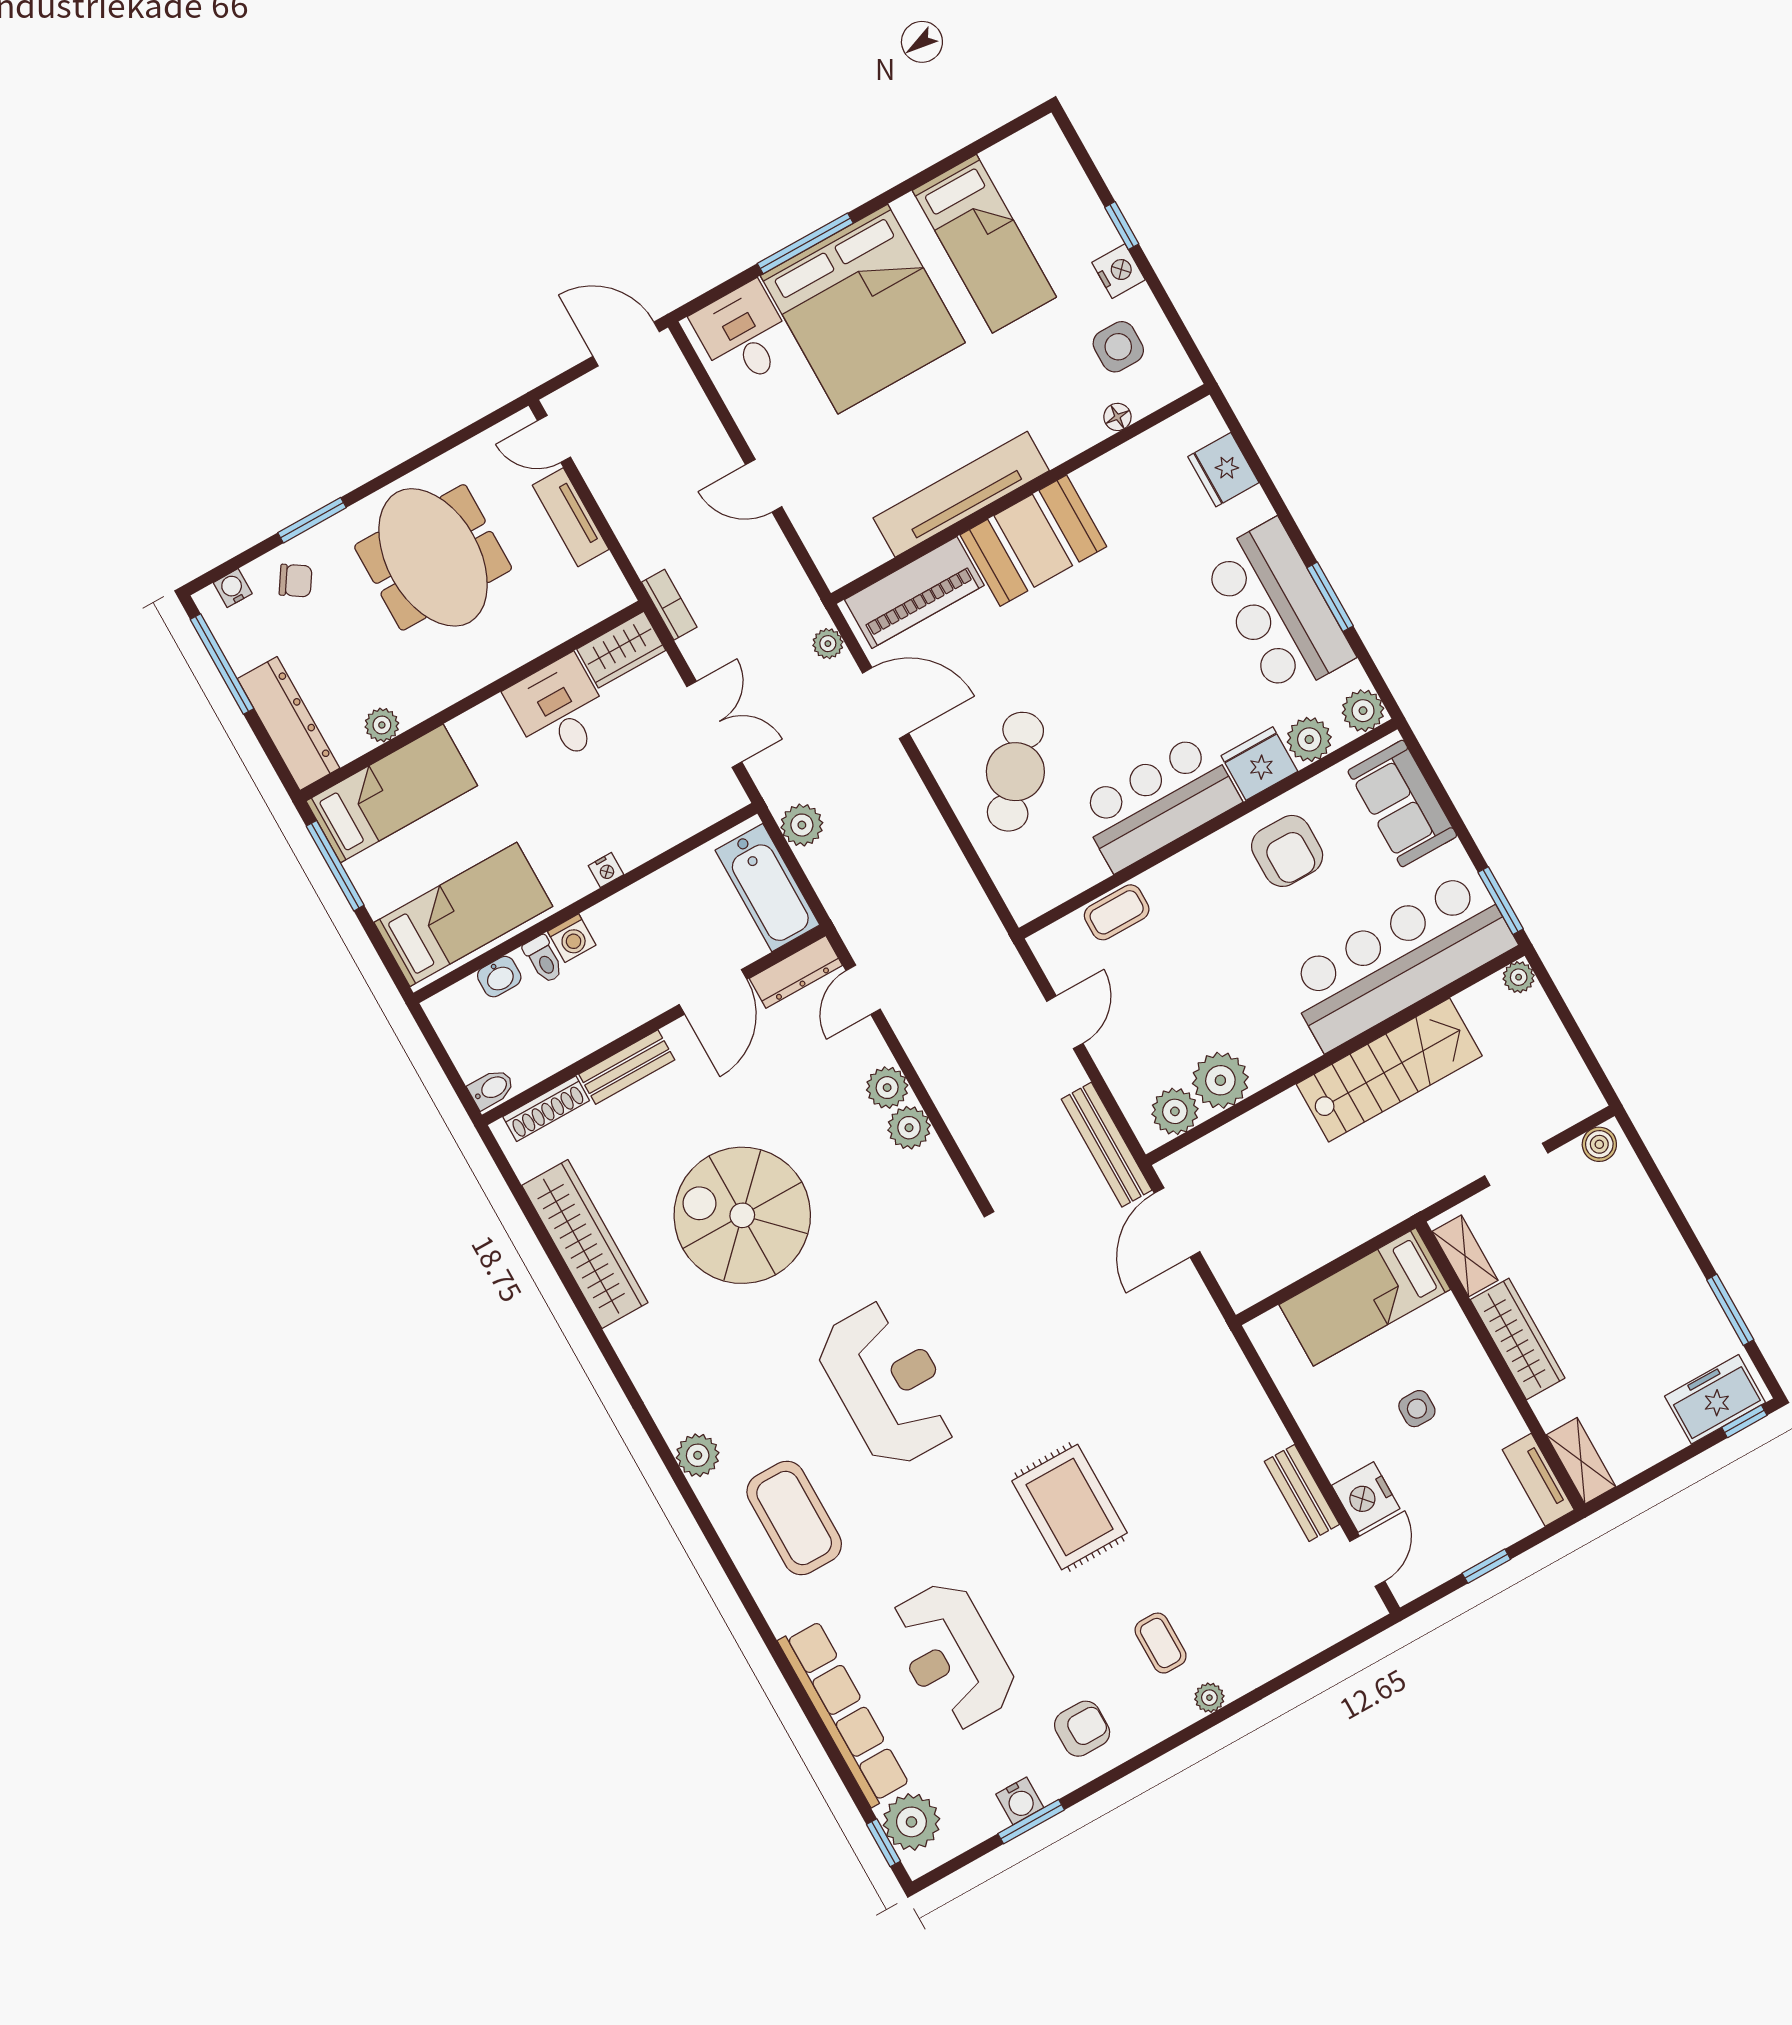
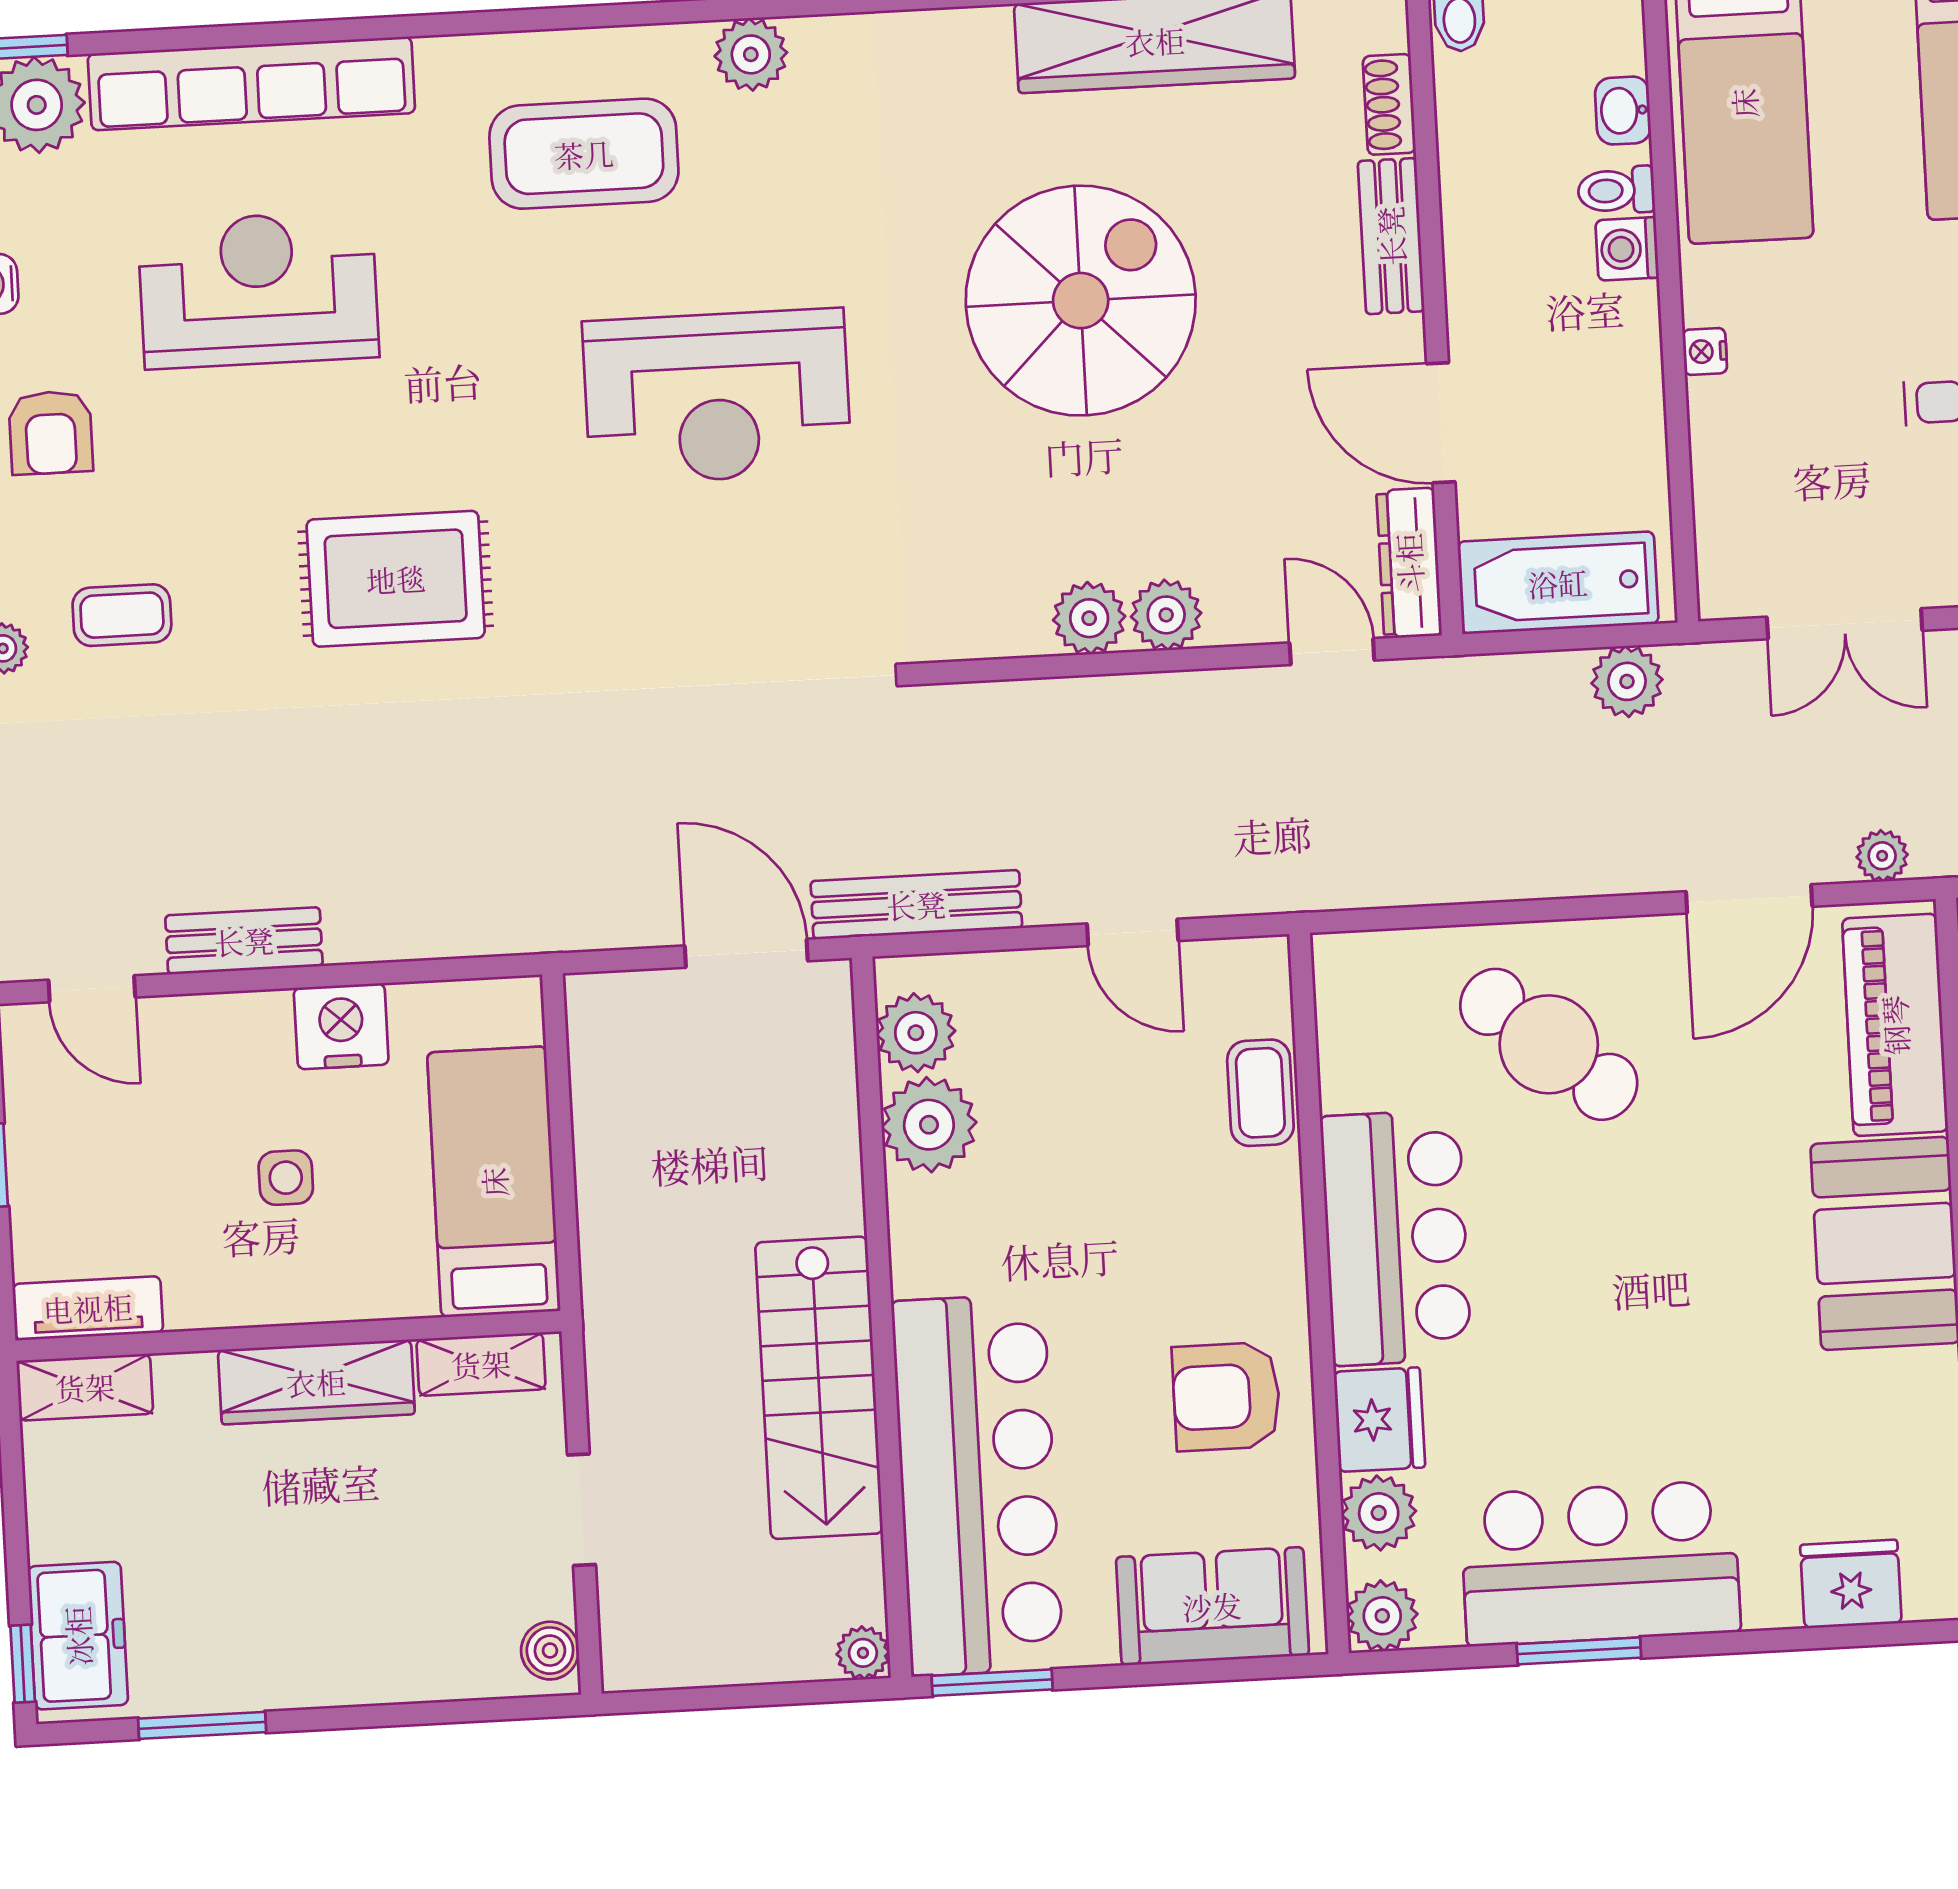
shoe rack: (546, 1109) -> (1389, 104), width x0.70
nightstand: (1366, 1497) -> (341, 1026), moved

